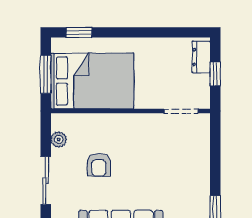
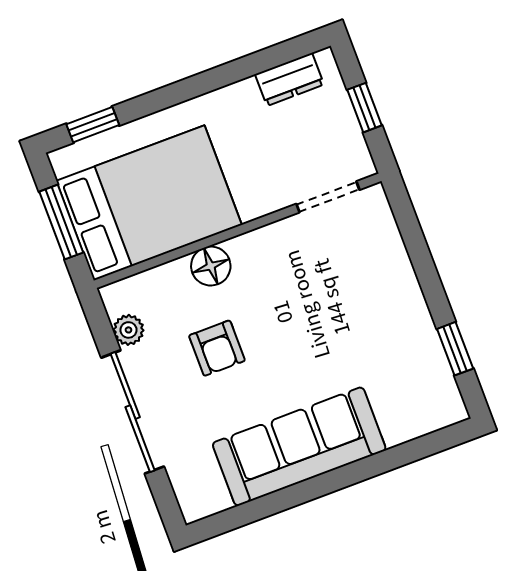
dresser: (201, 57) -> (289, 79), moved, turned -90
floor lamp: (111, 123) -> (211, 266), added
sliding door: (46, 181) -> (133, 412), width x1.37

